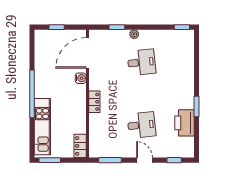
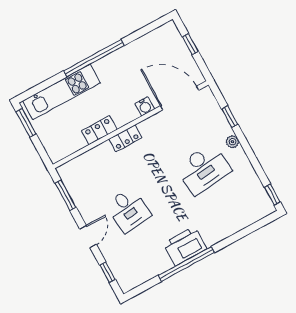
desk: (142, 62) -> (204, 169), width x1.37
window: (196, 107) -> (186, 264), width x2.11
printer: (184, 123) -> (185, 246), moved
locker: (80, 146) -> (99, 130), moved

